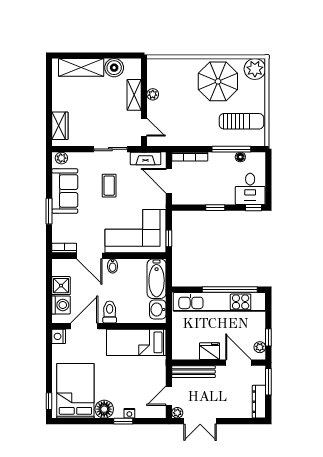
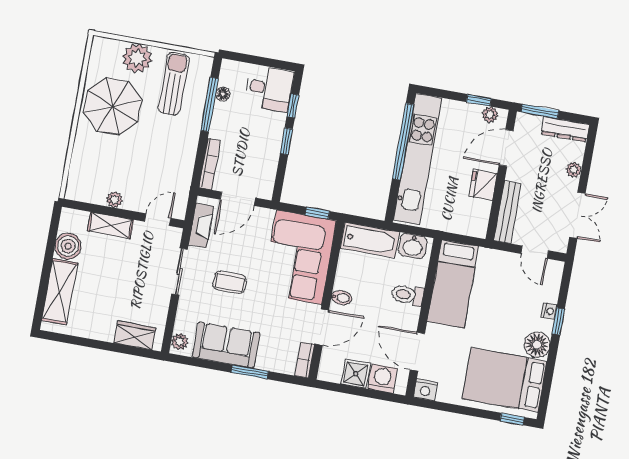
plant: (255, 69) -> (137, 58), moved
window: (253, 208) -> (293, 106), moved
toilet: (110, 312) -> (408, 295), moved
plant: (177, 413) -> (574, 170), moved

